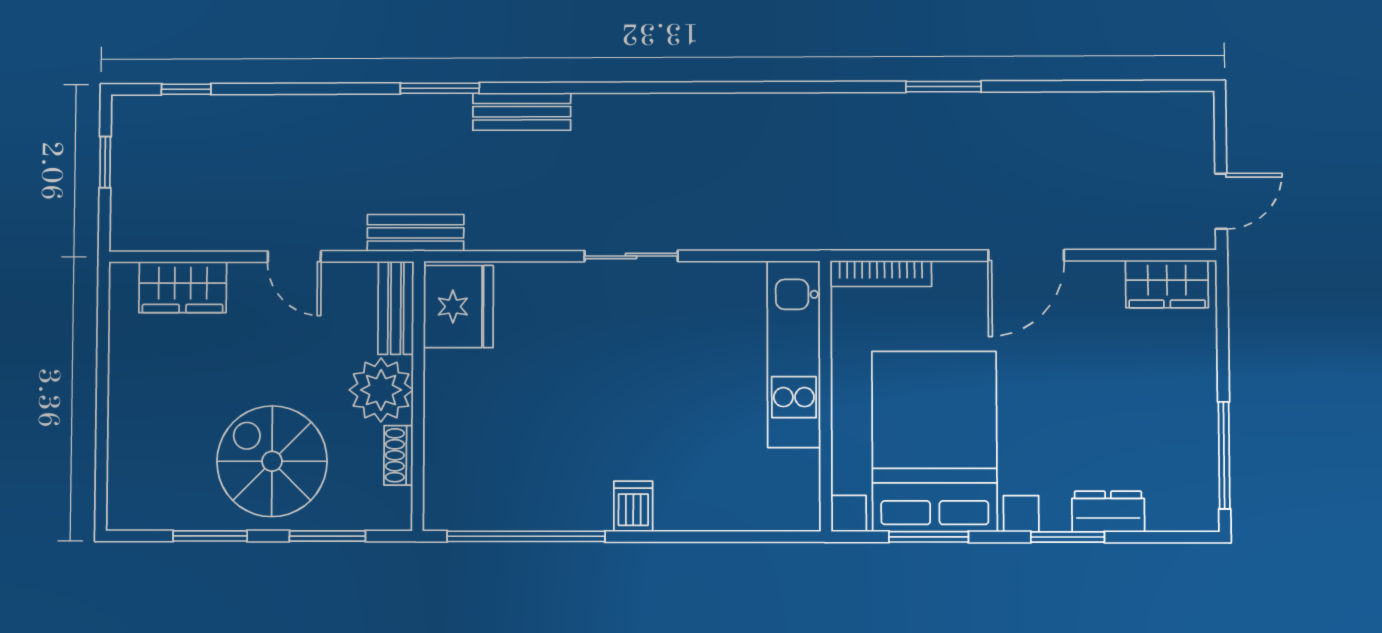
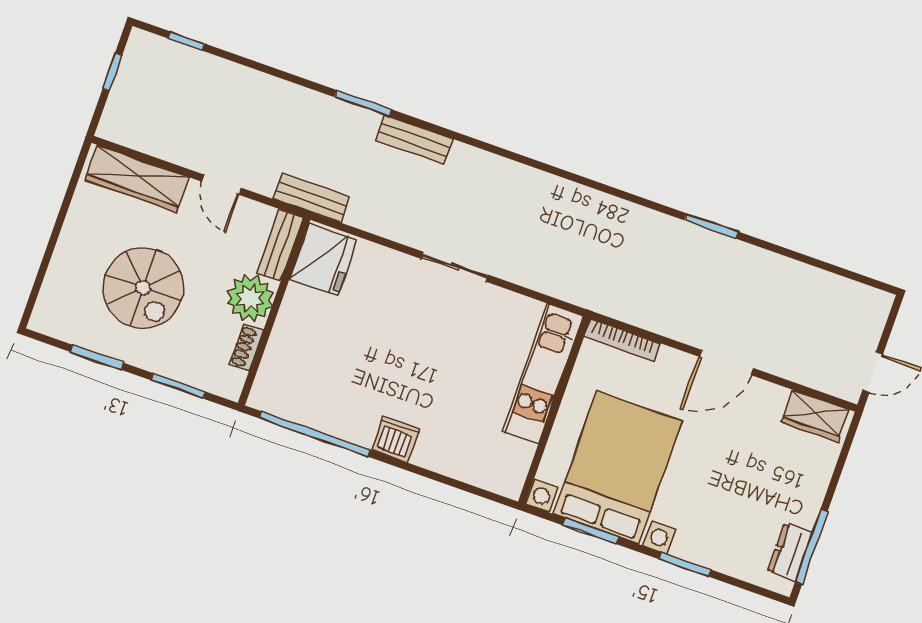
wardrobe: (183, 287) -> (137, 179), width x1.50
spiral stairs: (272, 461) -> (143, 288), moved, turned 180
dishwasher: (633, 506) -> (396, 439), width x1.38
dresser: (1108, 512) -> (790, 552), moved, turned -90

